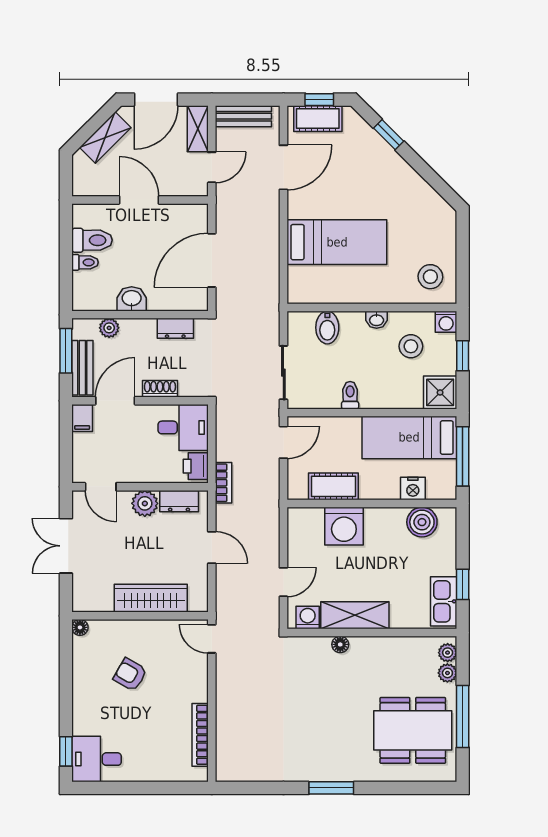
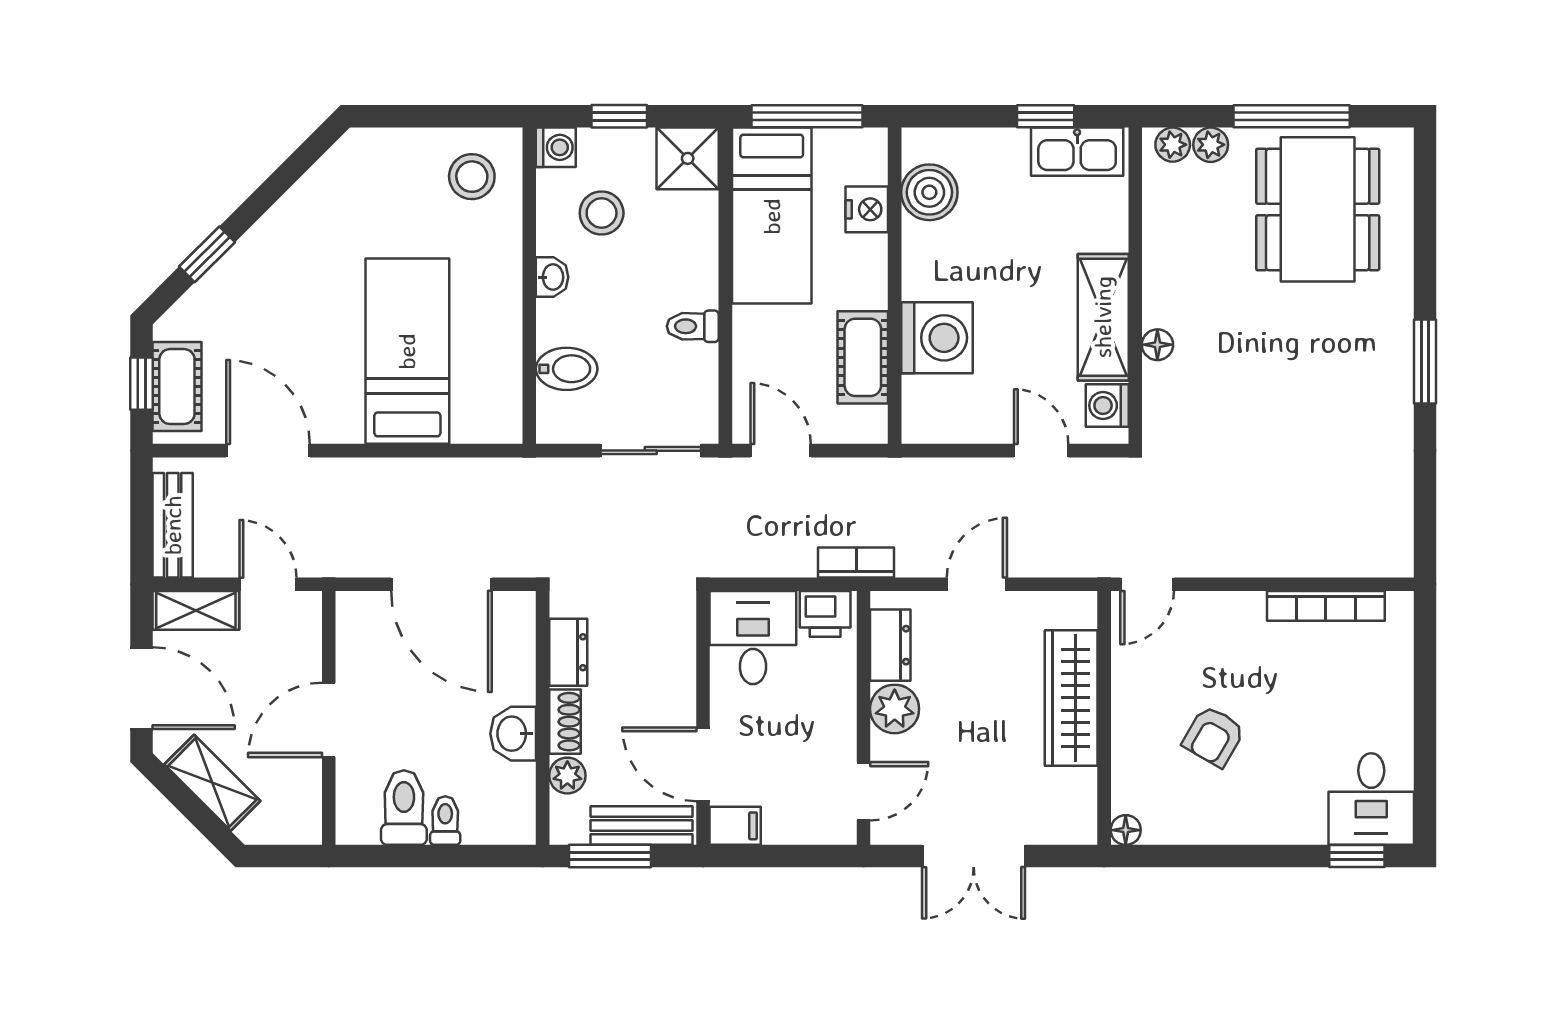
shoe rack: (160, 389) -> (565, 722), moved, turned 180

